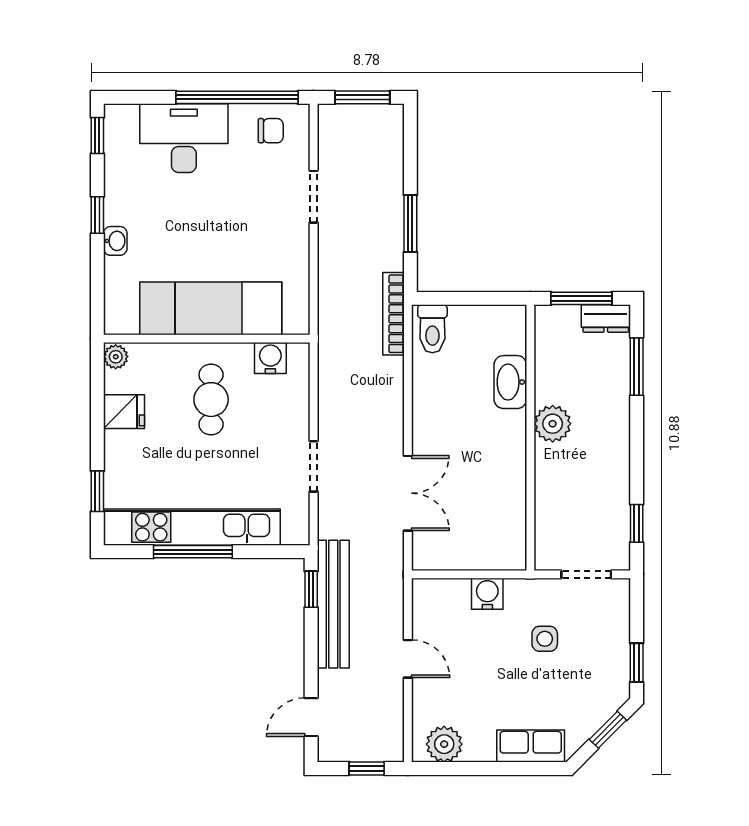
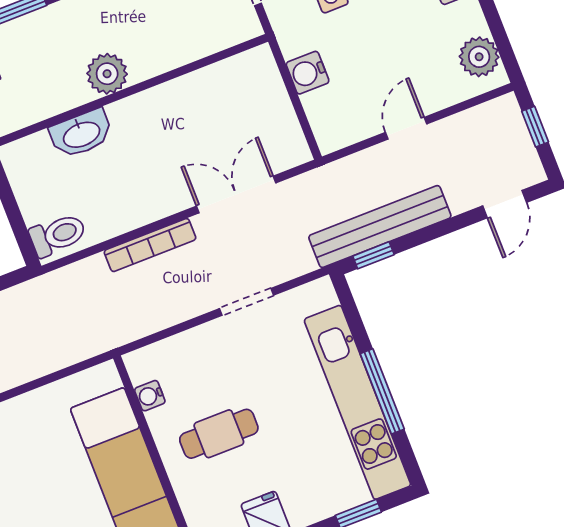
bookcase: (393, 314) -> (150, 245), moved
water cooler: (270, 358) -> (150, 396), width x0.72, depth x0.72
door: (311, 717) -> (505, 204), hinge flipped

